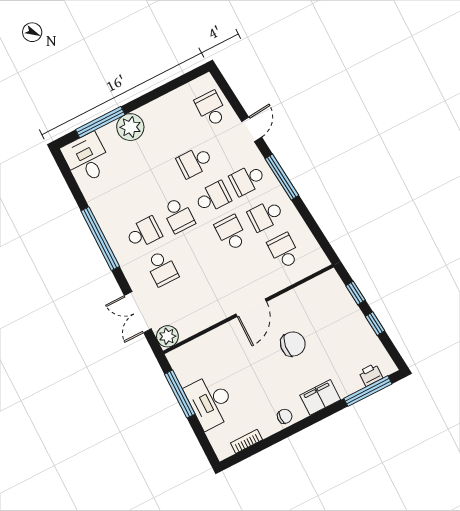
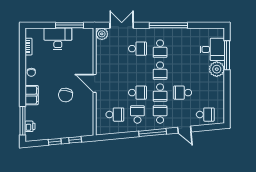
desk: (87, 158) -> (212, 49), moved
school desk: (195, 162) -> (183, 93), turned -90
school desk: (178, 215) -> (160, 71), turned -90
school desk: (162, 268) -> (137, 49), turned 180

